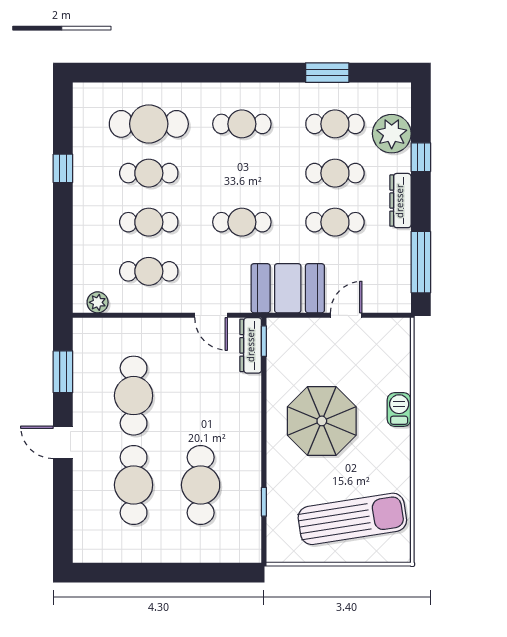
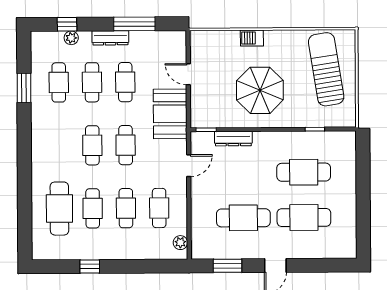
cafe table: (242, 124) -> (92, 145), moved
plant: (392, 134) -> (71, 38), width x0.53, depth x0.53
window: (421, 157) -> (67, 24), moved
window: (421, 262) -> (134, 24), moved
dresser: (251, 345) -> (233, 139), moved

